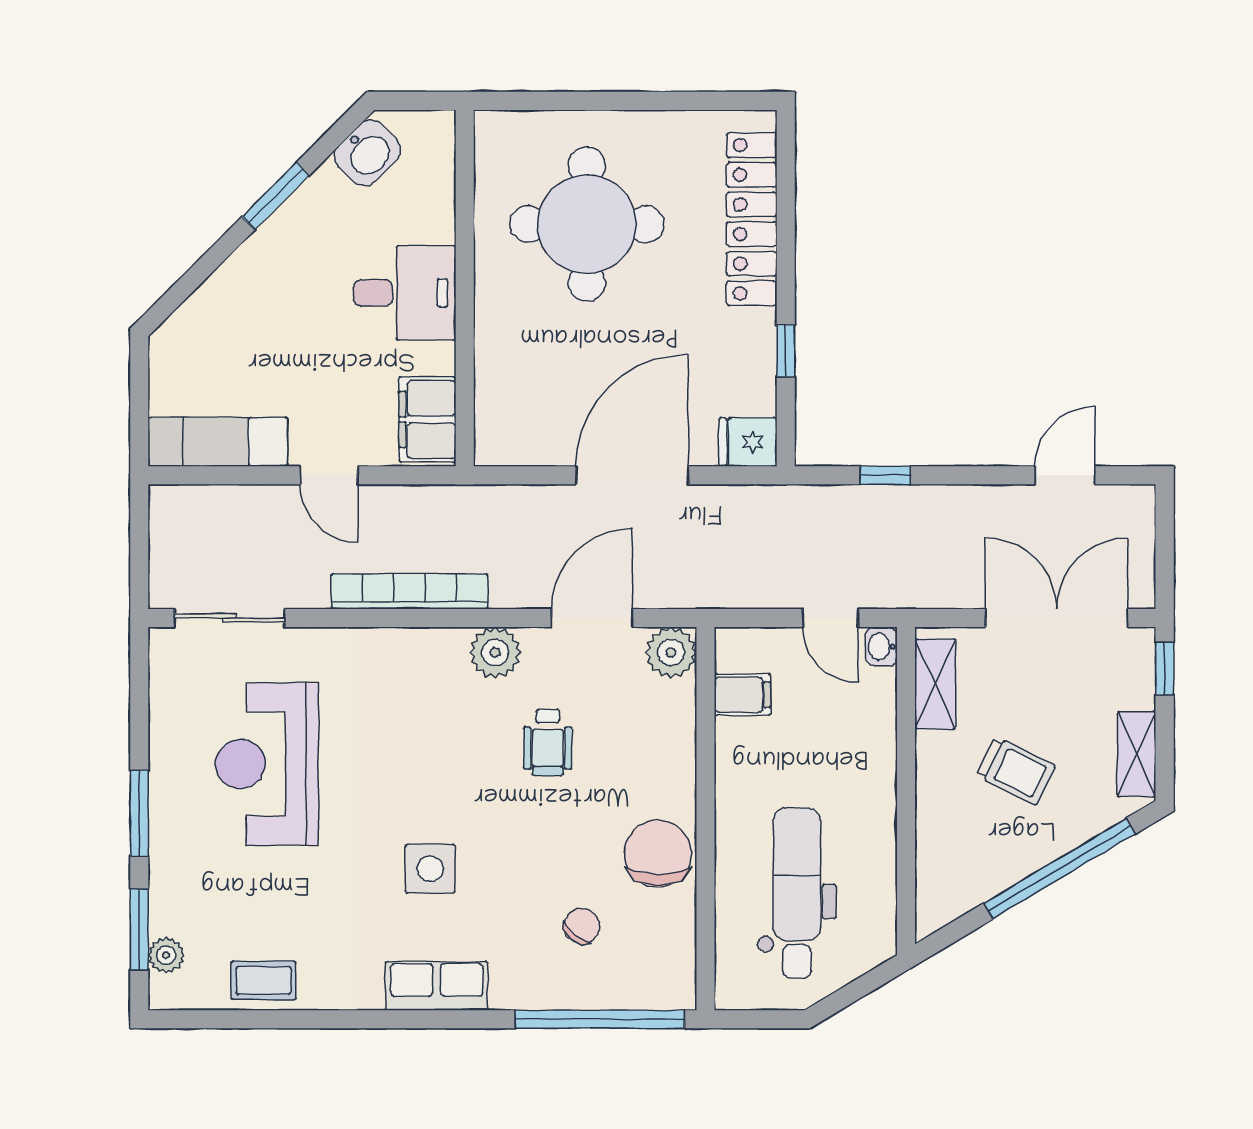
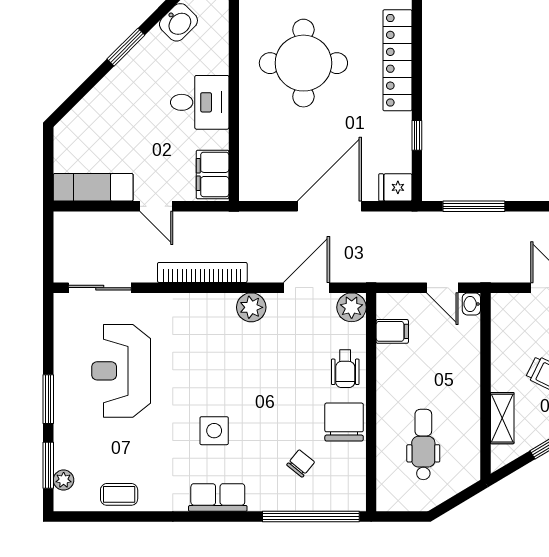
window: (886, 475) -> (474, 206), width x2.17
shelving: (935, 684) -> (502, 418), moved
wheelchair: (548, 743) -> (345, 369), moved
dental chair: (797, 893) -> (423, 445), width x0.73, depth x0.72

